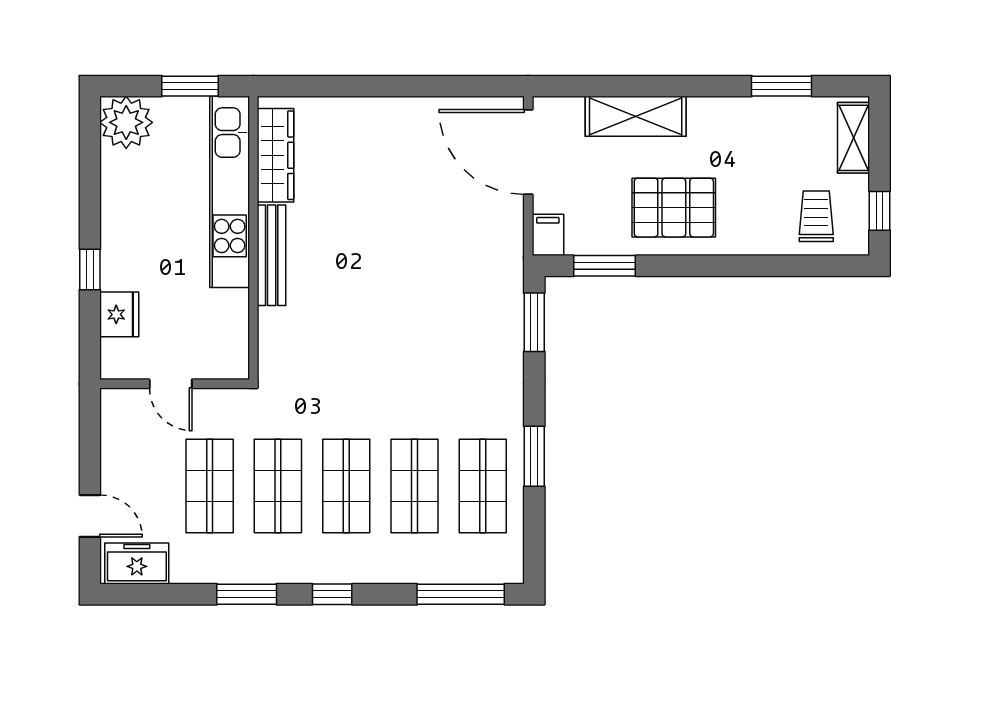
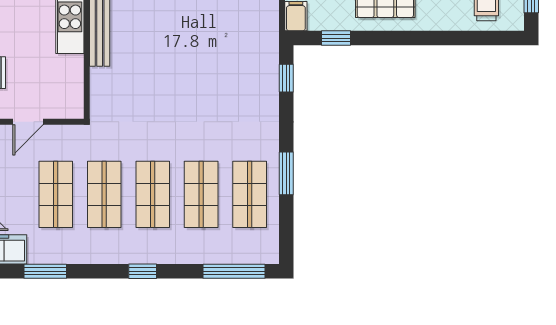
window: (604, 266) -> (336, 38), width x0.67
window: (534, 322) -> (286, 78), width x0.67
door: (171, 384) -> (28, 122), hinge flipped
window: (247, 594) -> (45, 271), moved

